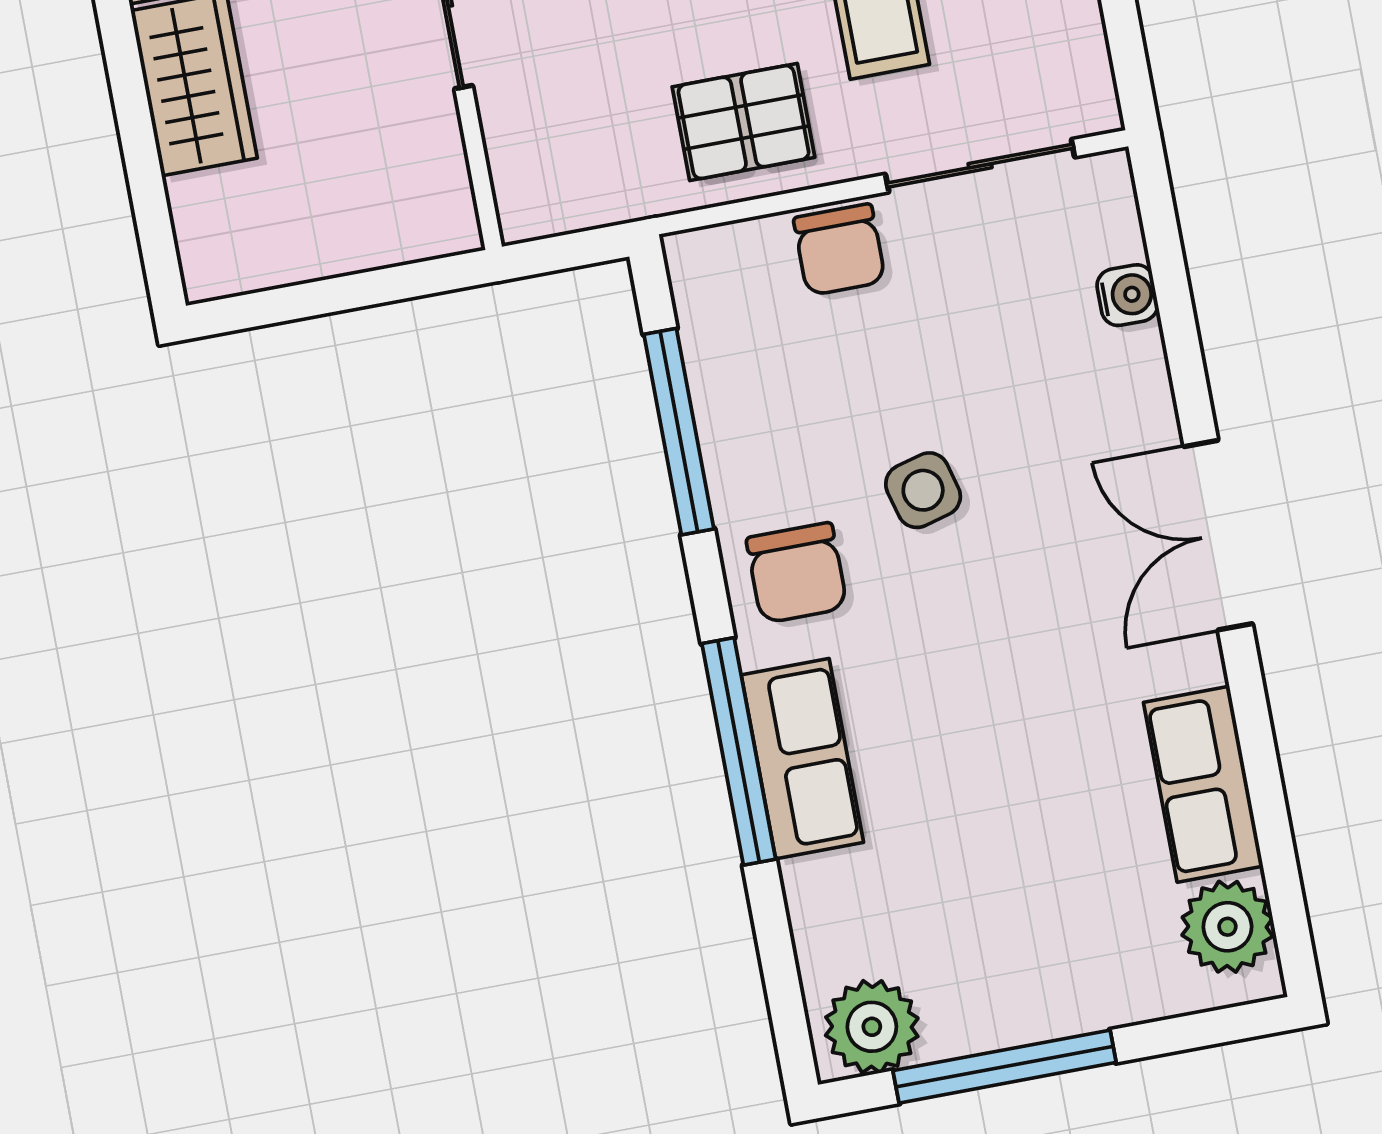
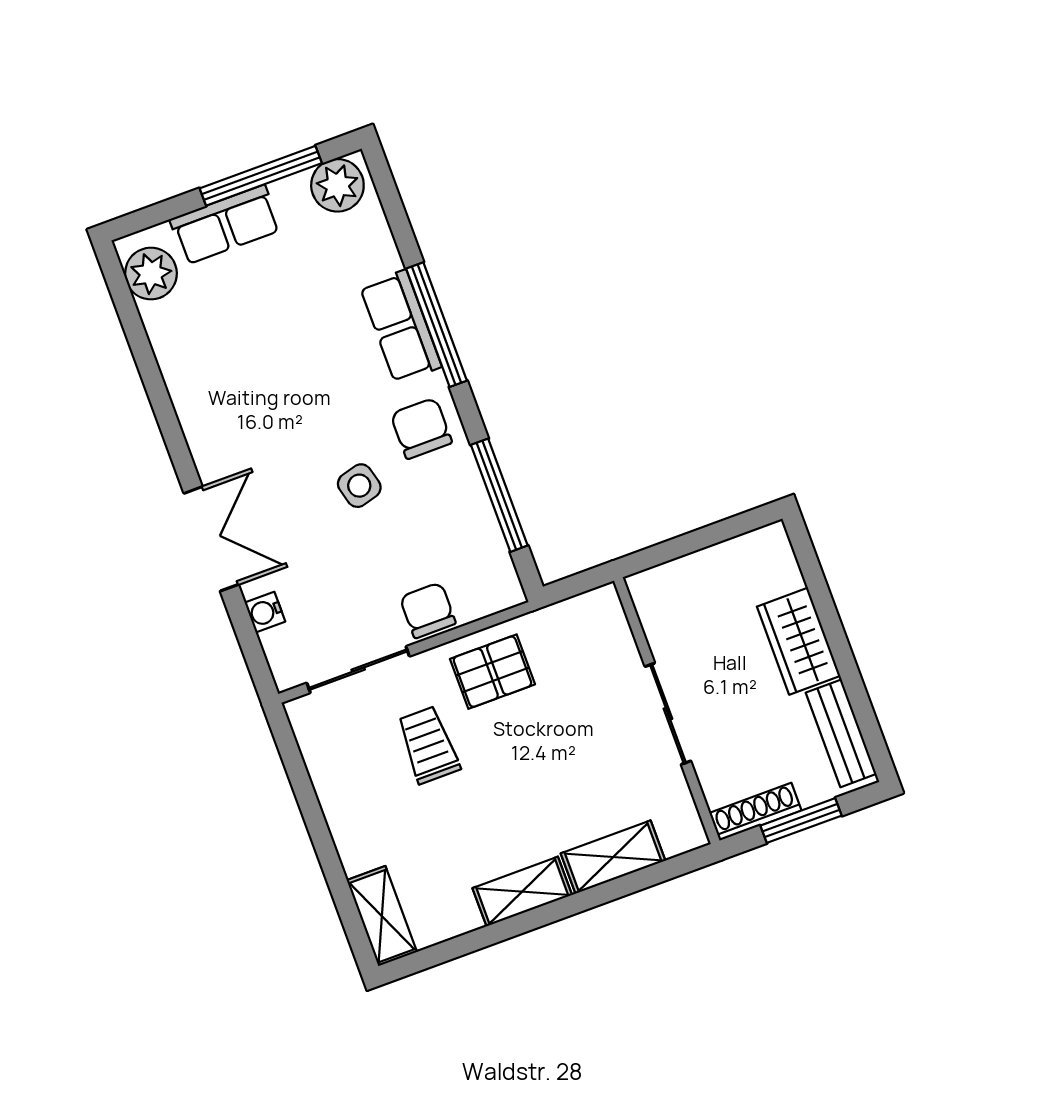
double door: (1218, 535) -> (211, 539), moved
row of seats: (1203, 784) -> (225, 225), moved, turned 90

